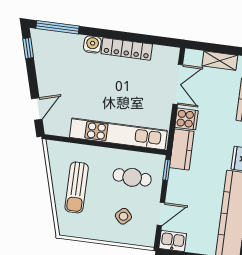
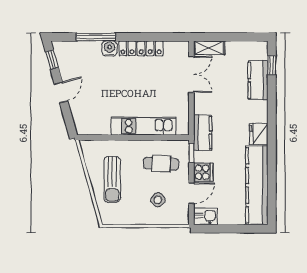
window: (58, 27) -> (96, 37), moved
shelving: (220, 61) -> (209, 48), moved
door: (37, 109) -> (61, 92), moved
cooker: (186, 119) -> (203, 172), moved
kitchen unit: (118, 134) -> (144, 126), width x0.73

